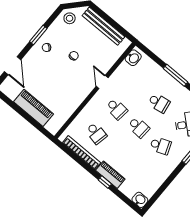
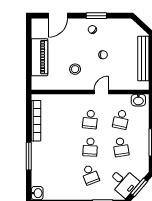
stool: (70, 18) -> (75, 69), moved
school desk: (96, 133) -> (121, 119), moved
piano: (110, 175) -> (38, 156), removed
window: (105, 182) -> (29, 156), width x2.17

